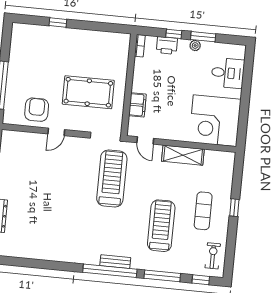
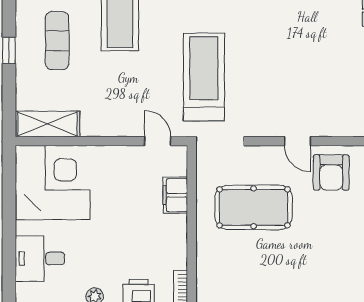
door: (56, 132) -> (297, 141), swing flipped
shelving: (183, 155) -> (48, 124), moved
treadmill: (112, 178) -> (204, 77), turned 180

